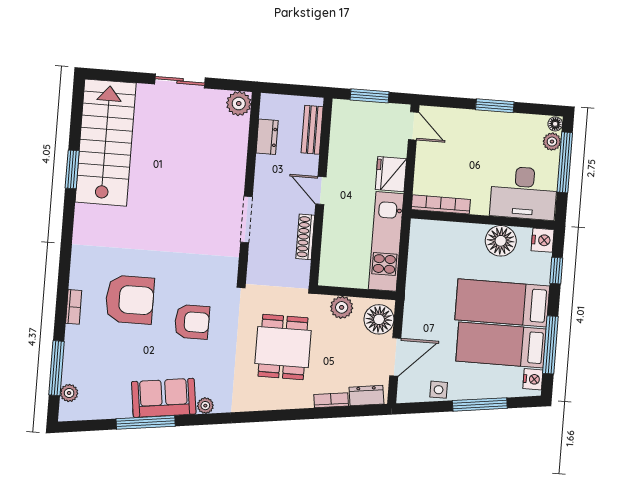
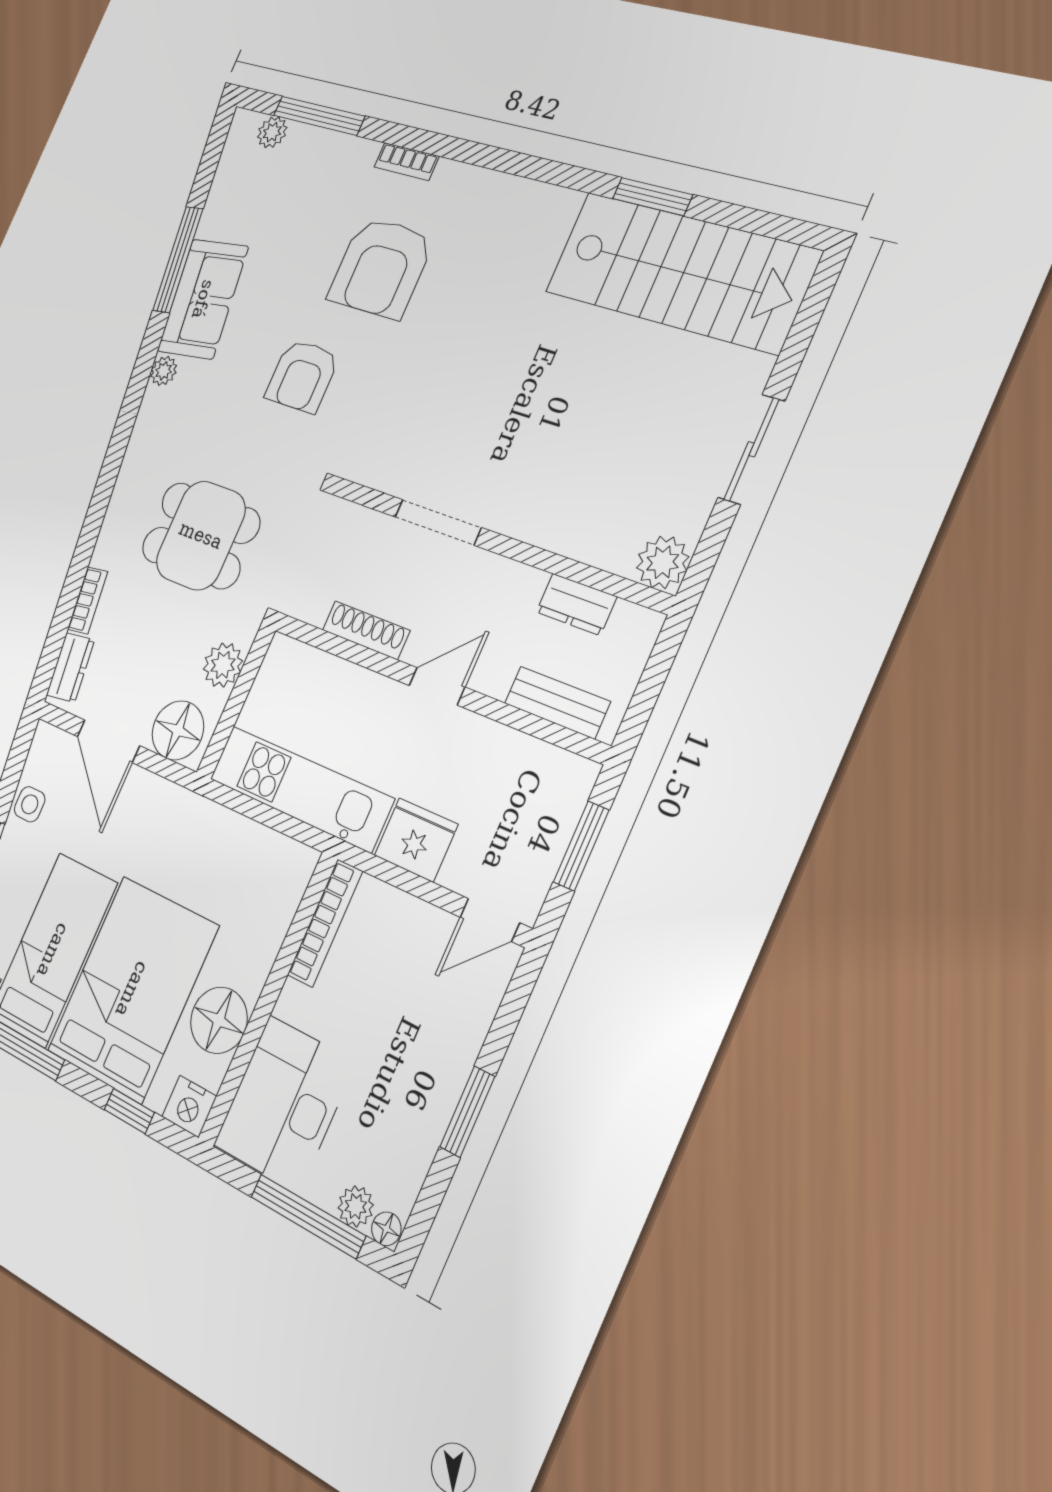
bed: (502, 303) -> (132, 989), width x1.50

